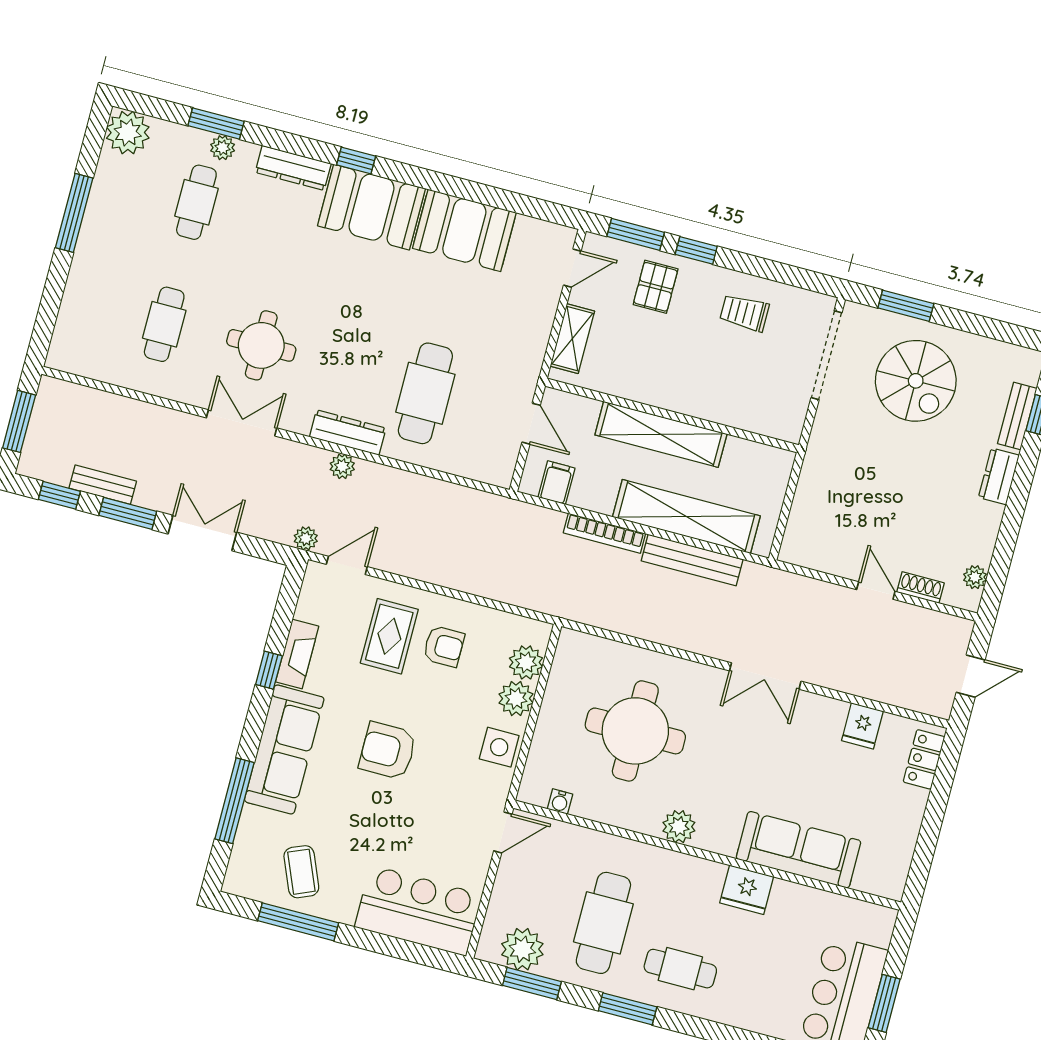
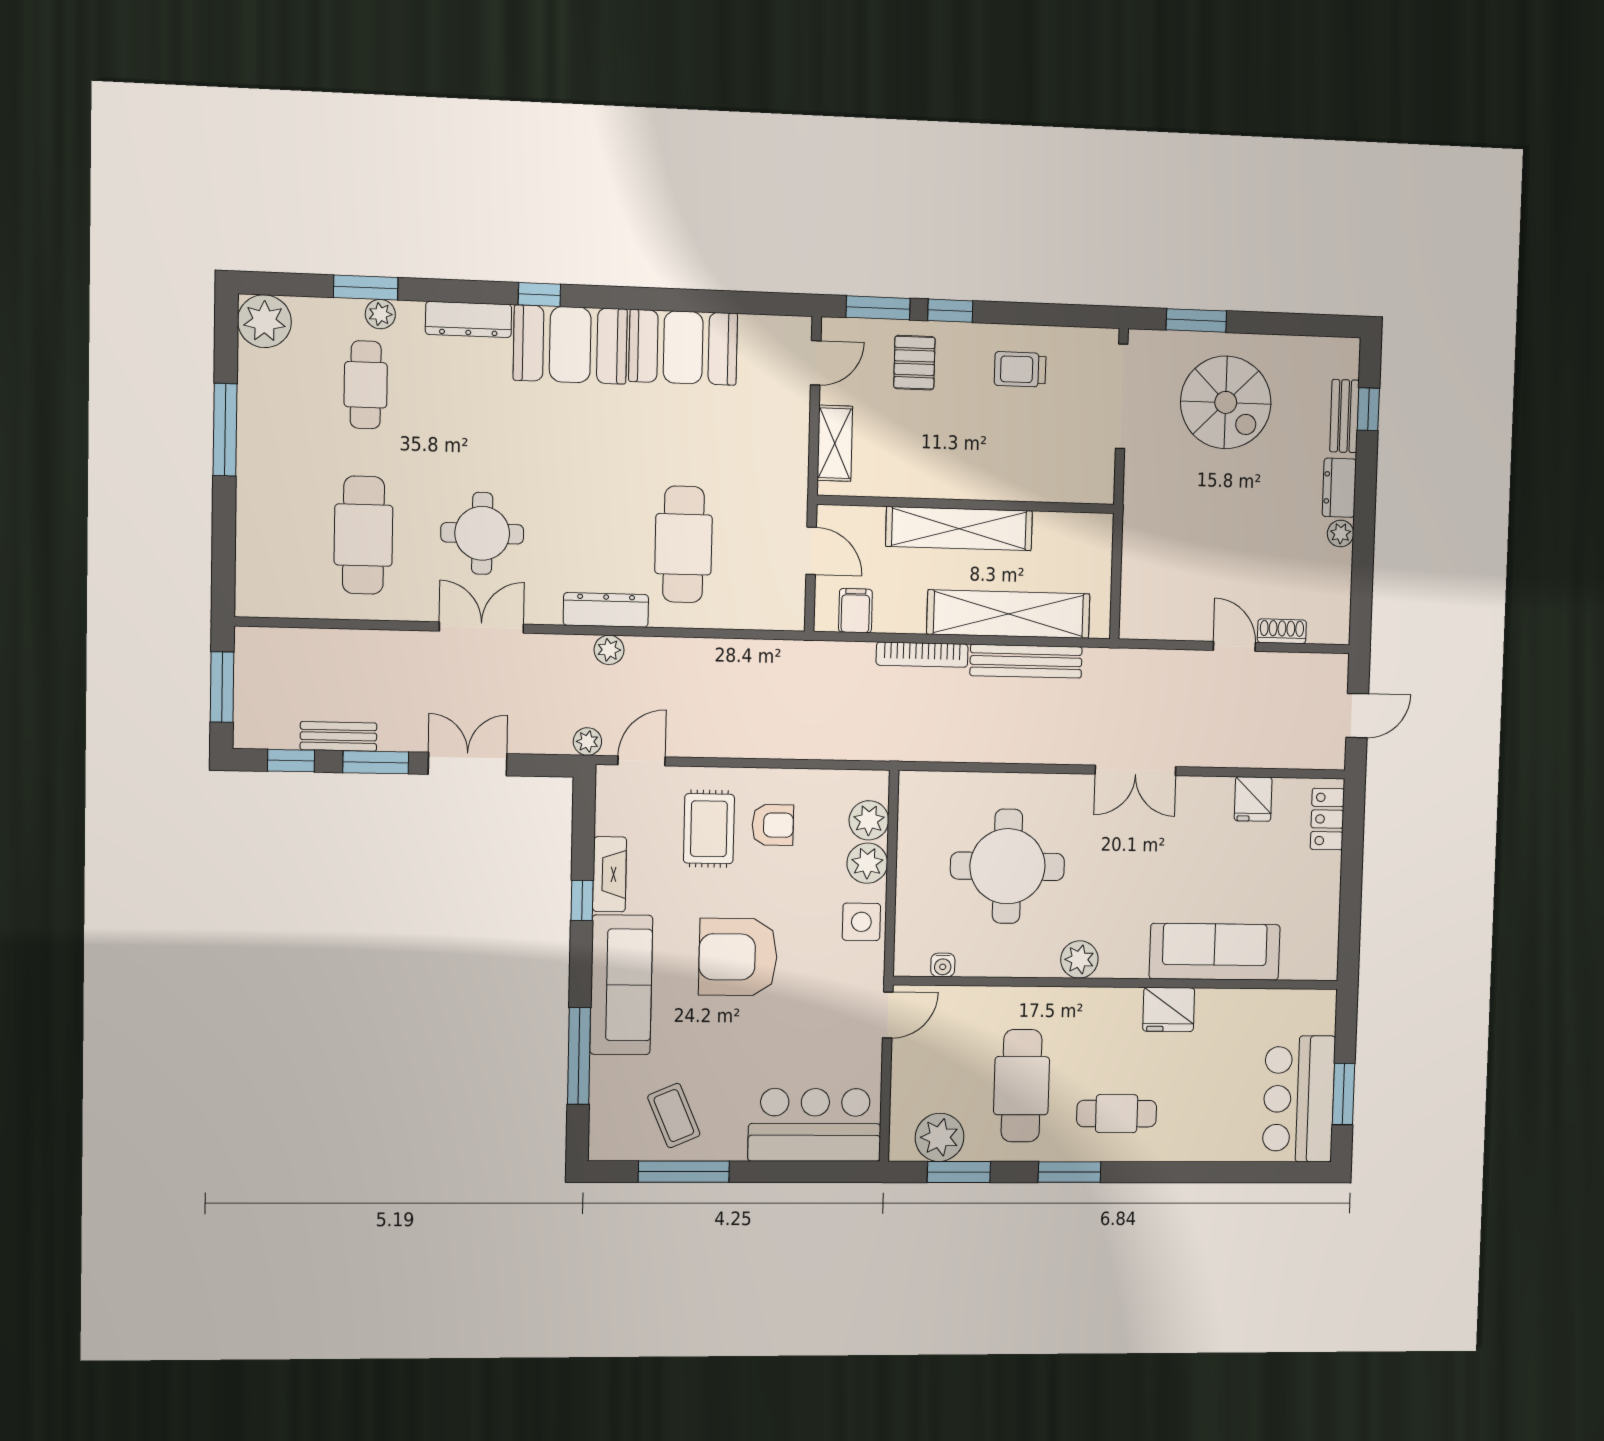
cafe table: (164, 324) -> (363, 535), width x1.37, depth x1.35
plant: (975, 577) -> (1341, 533), moved
armchair: (388, 751) -> (738, 957), width x1.36, depth x1.36

